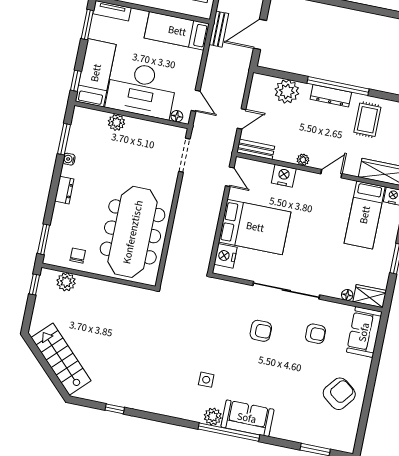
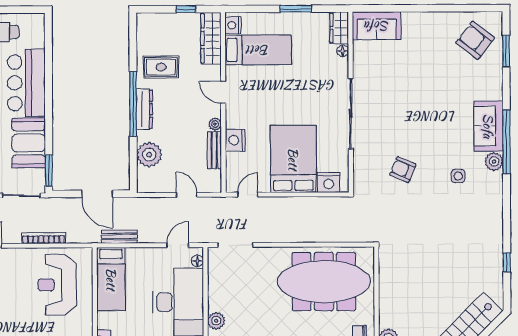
bench: (219, 29) -> (119, 237), moved
bench: (256, 149) -> (214, 150), moved
armchair: (261, 331) -> (403, 170), moved, turned -67
armchair: (315, 334) -> (389, 75), removed
armchair: (339, 394) -> (475, 40), moved

